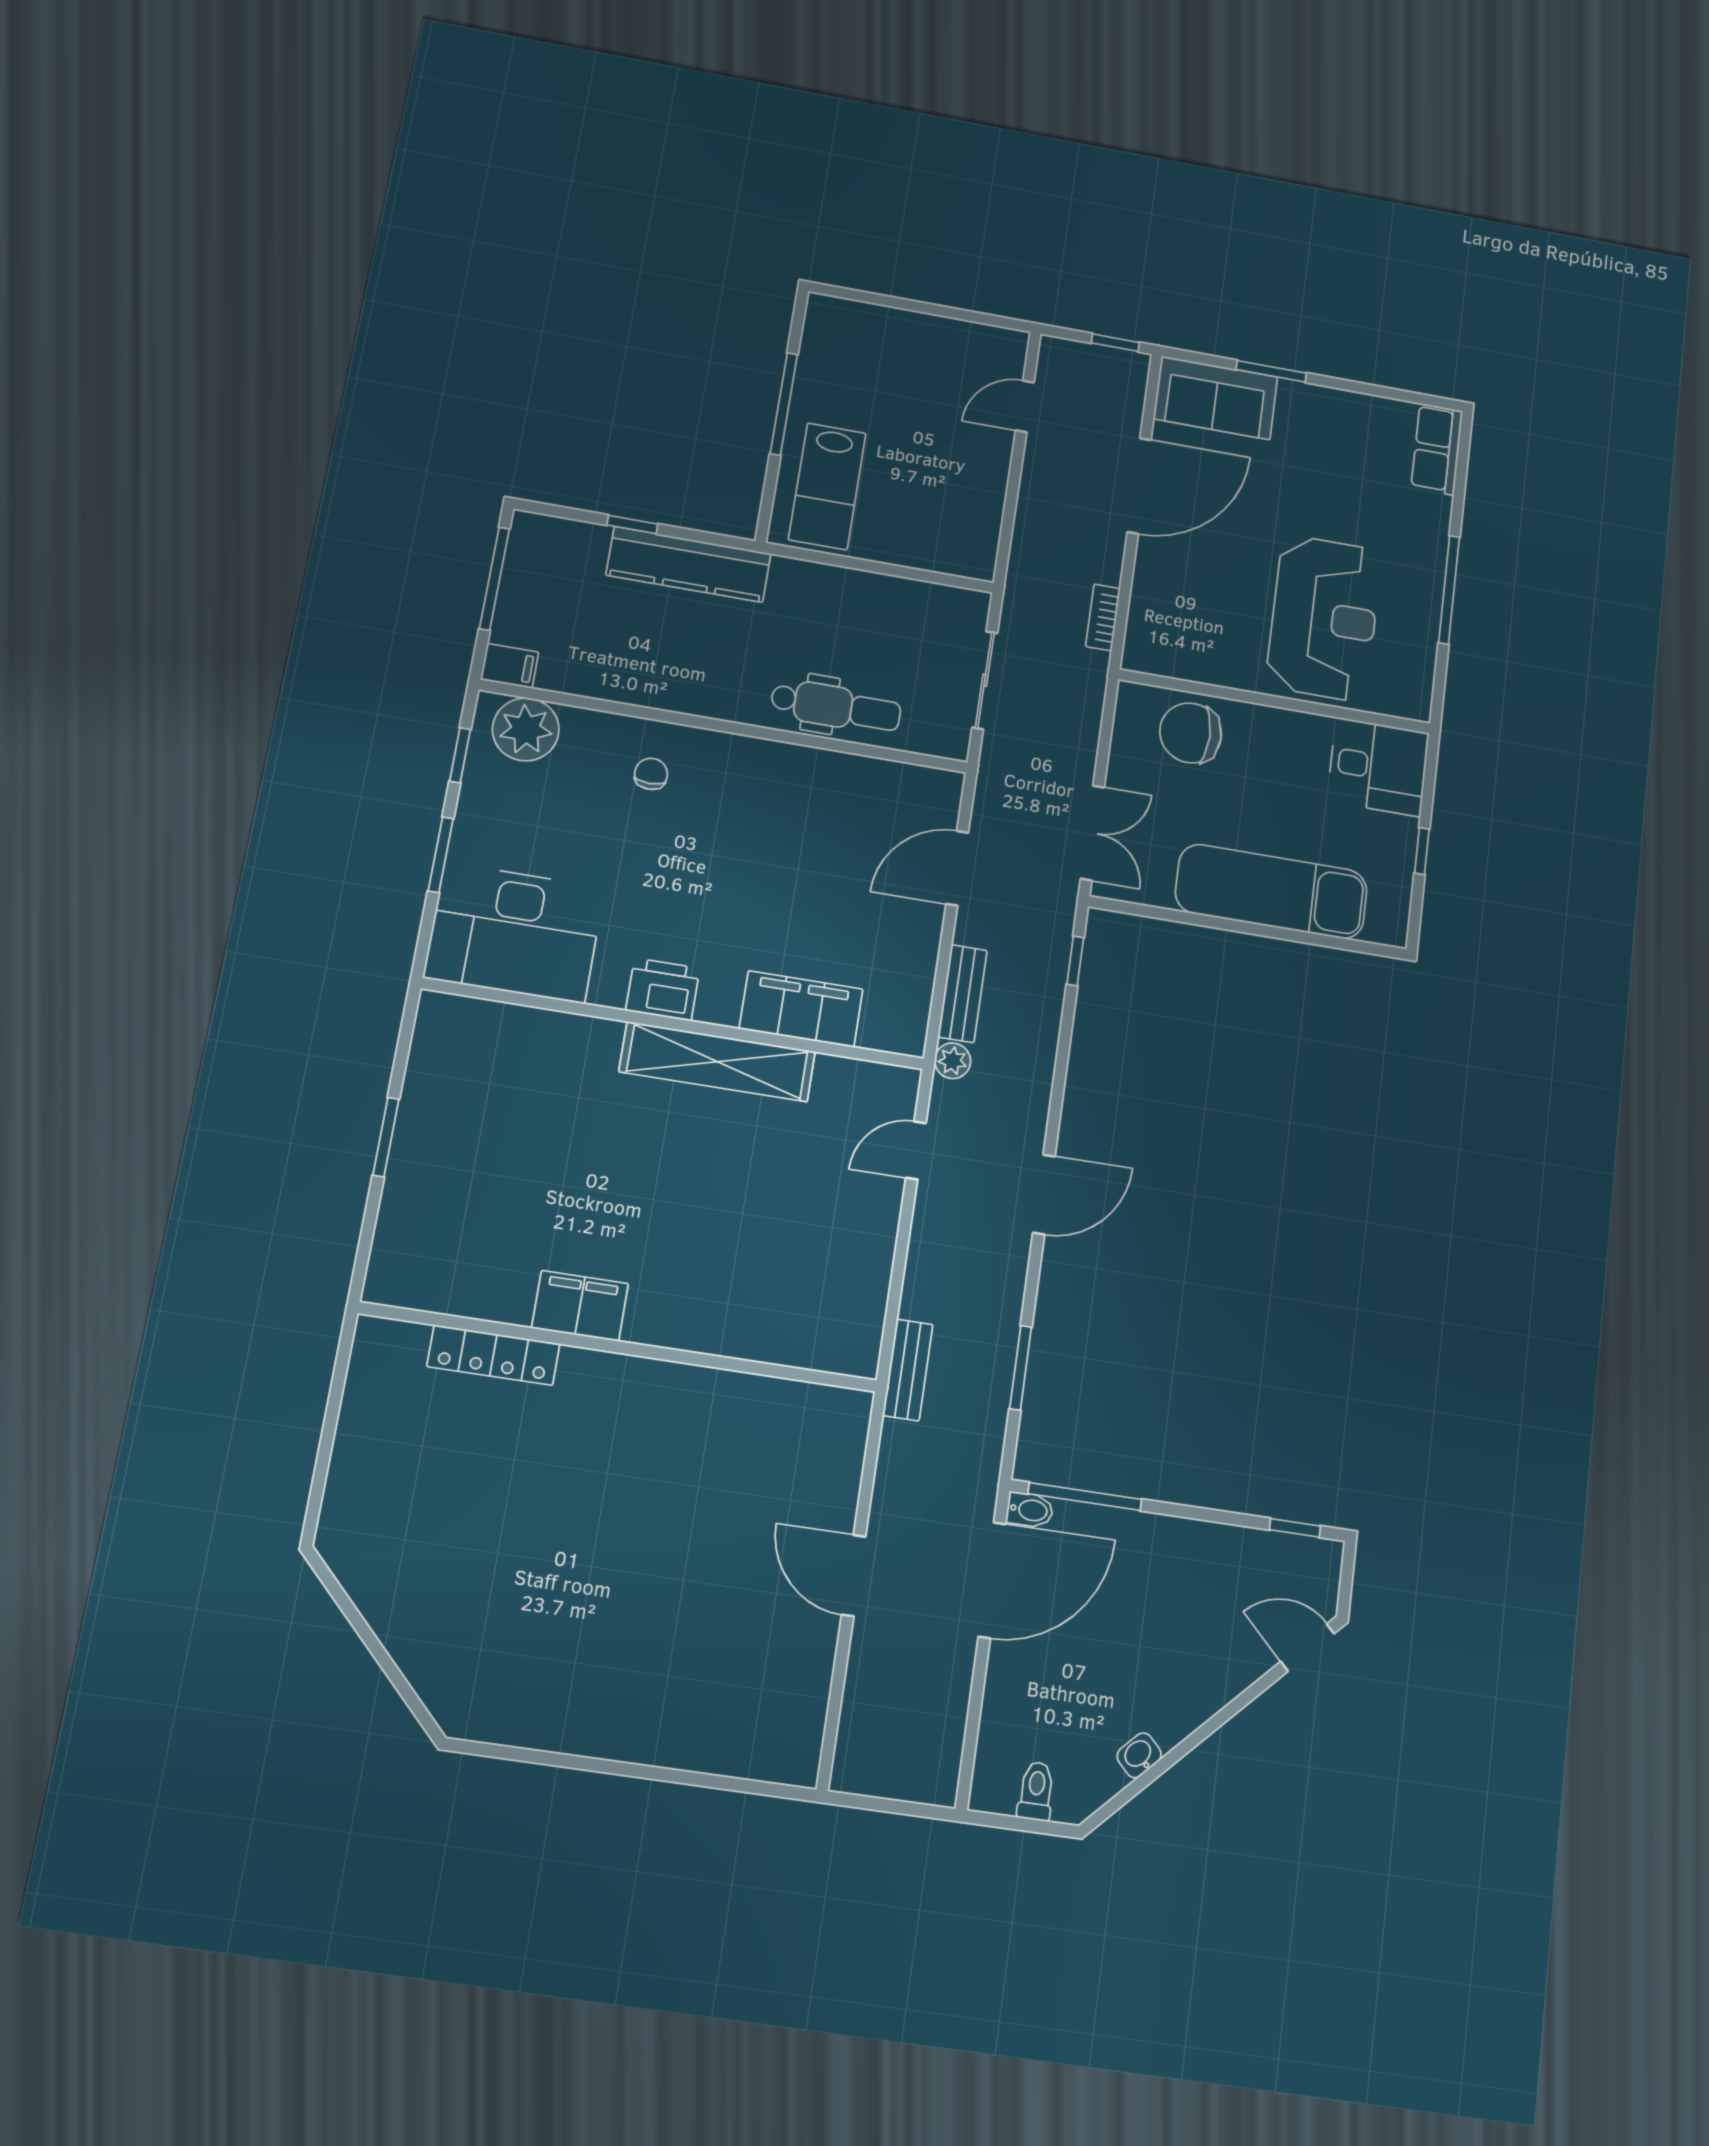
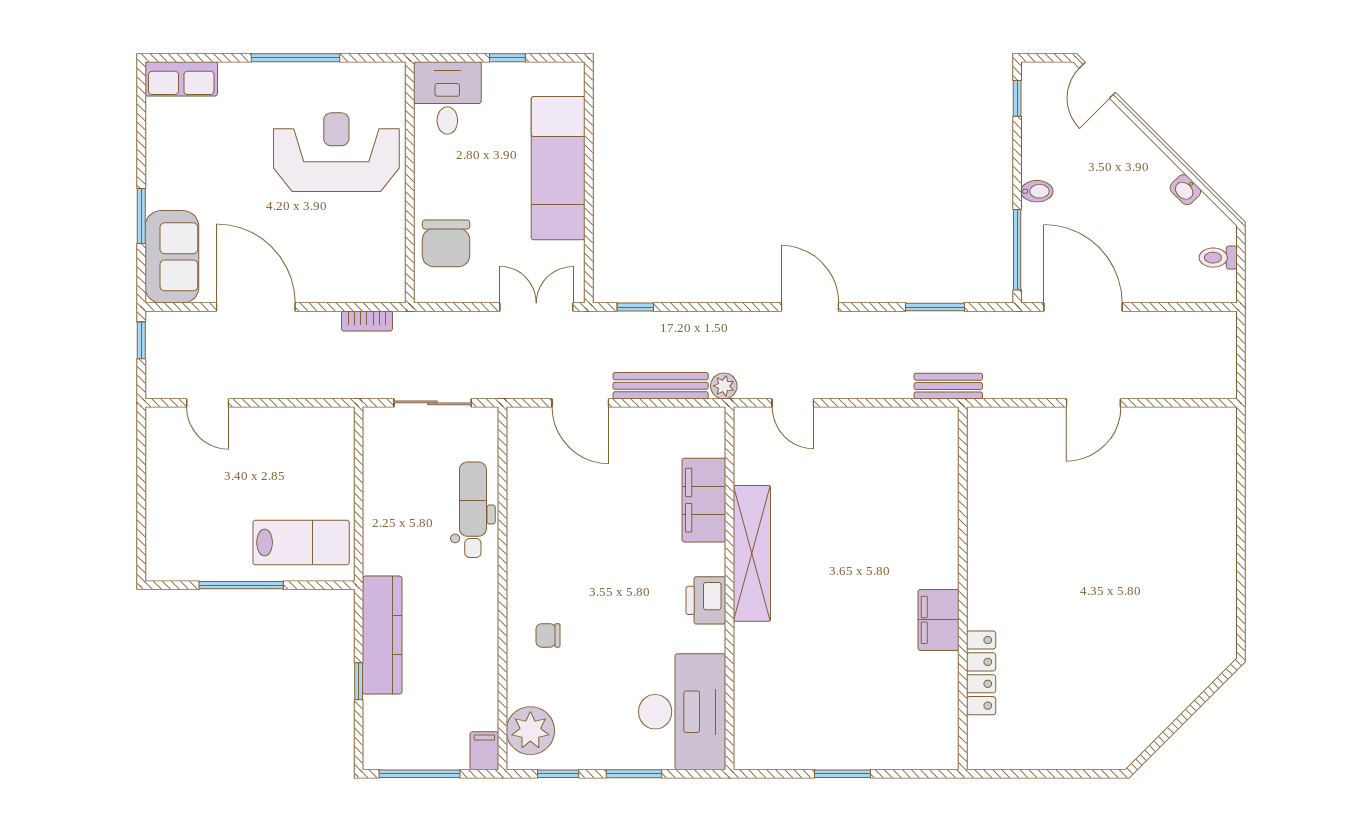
bench: (963, 994) -> (661, 386), width x1.36
bidet: (1030, 1510) -> (1037, 191), moved, turned 90

